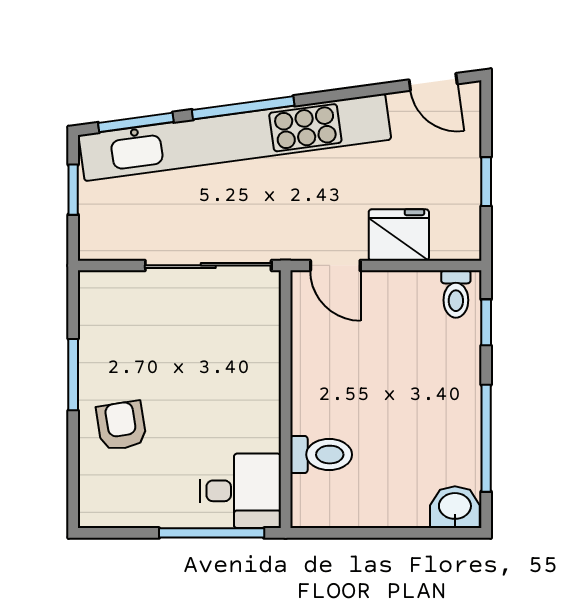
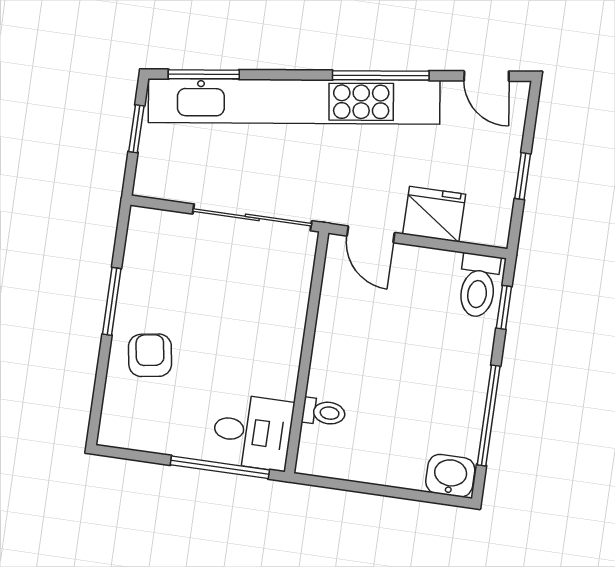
window: (243, 108) -> (381, 75), moved
toilet: (456, 294) -> (478, 285), width x1.37, depth x1.39
toilet: (321, 455) -> (324, 412), width x0.73, depth x0.72

